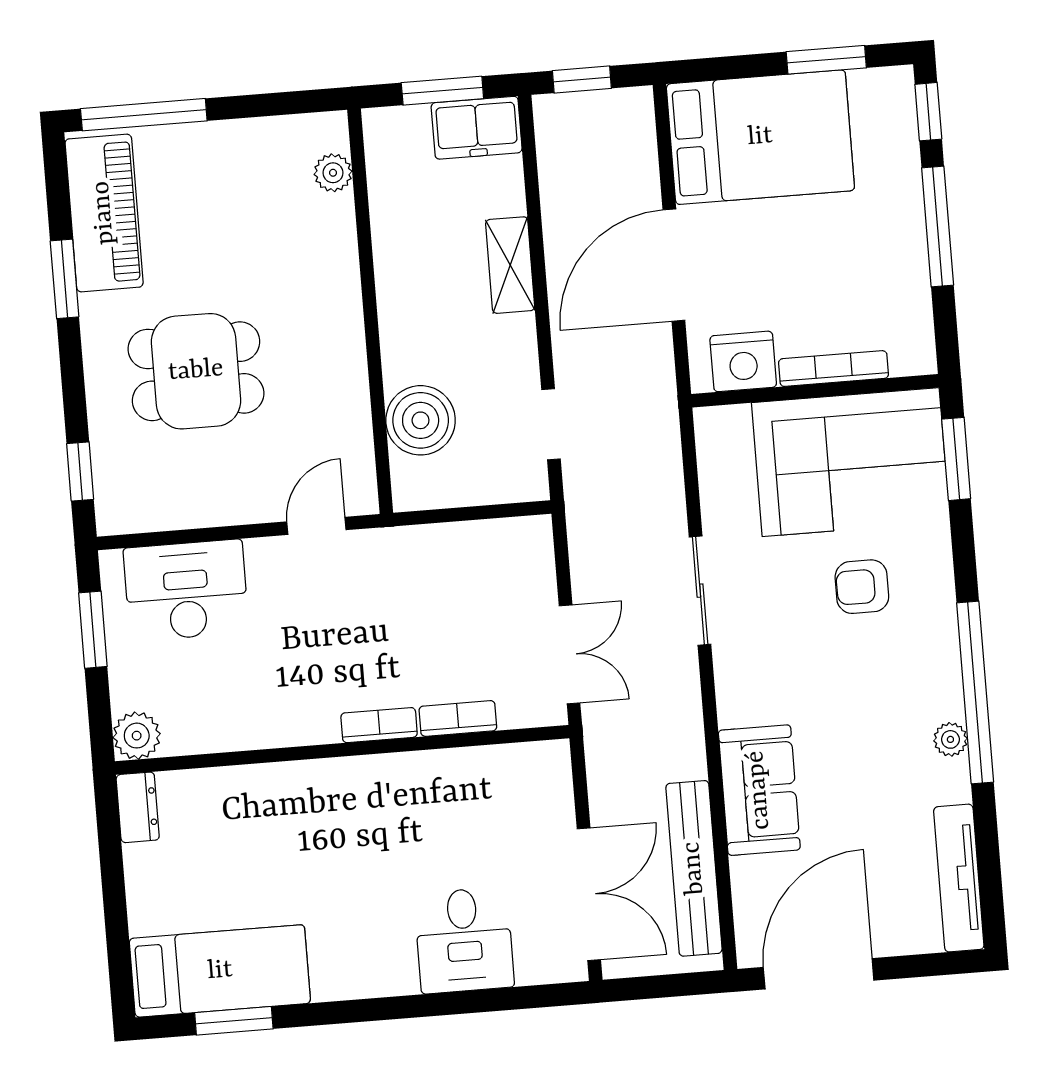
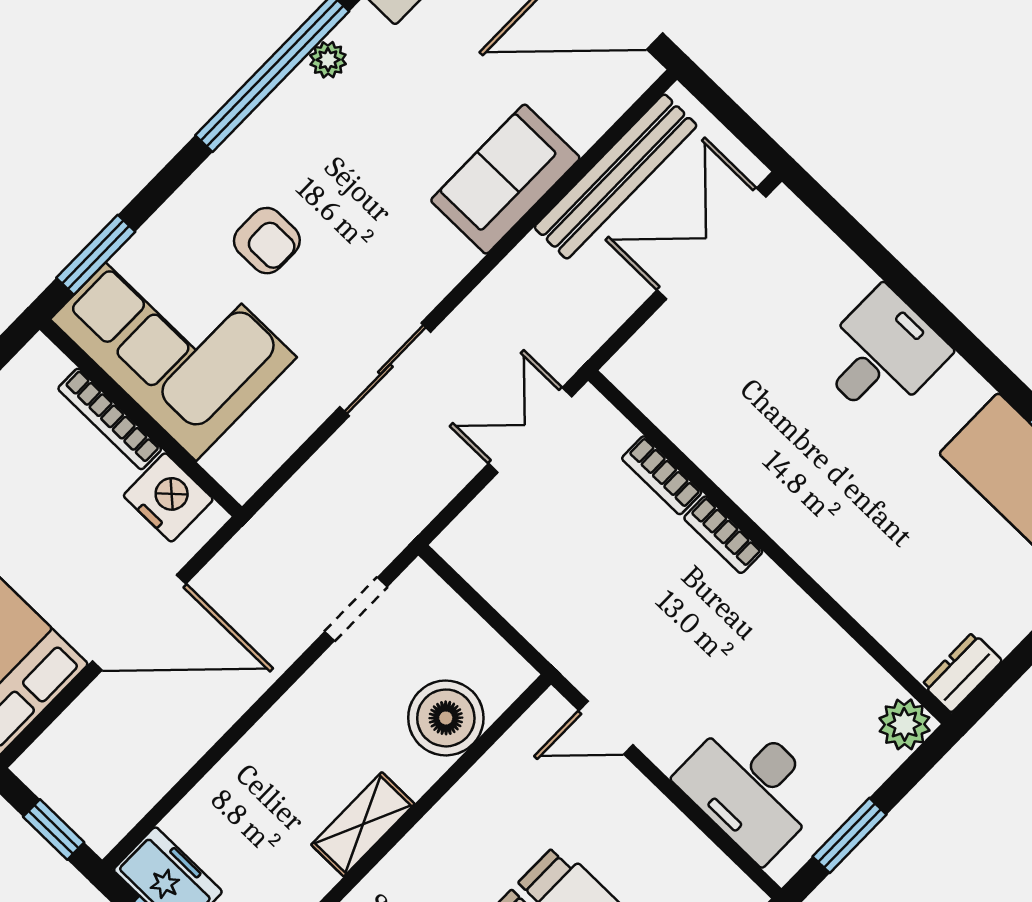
shelving: (510, 265) -> (363, 824), moved
desk: (464, 940) -> (881, 355), moved

